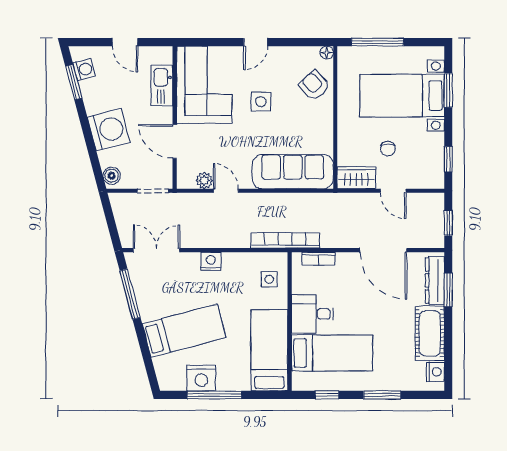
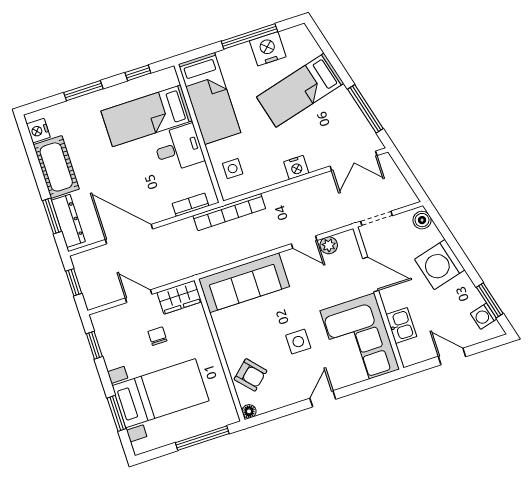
kitchen sink: (162, 86) -> (401, 325), width x0.73

